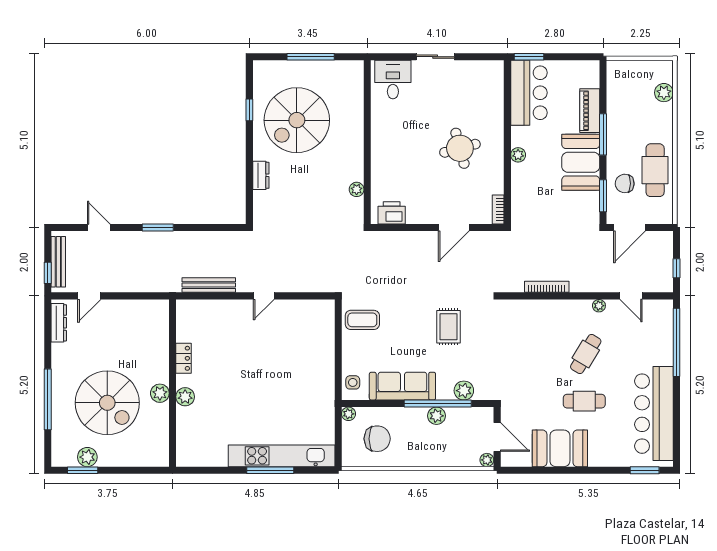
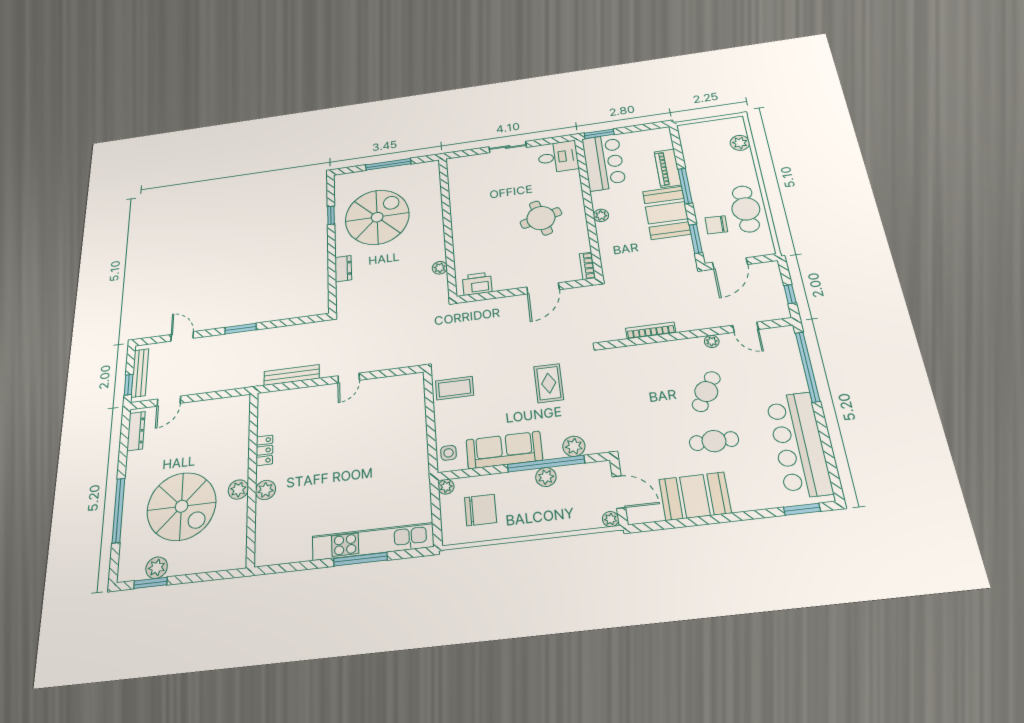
desk: (393, 80) -> (558, 157), moved, turned 90
spiral stairs: (297, 120) -> (377, 217), turned 180

